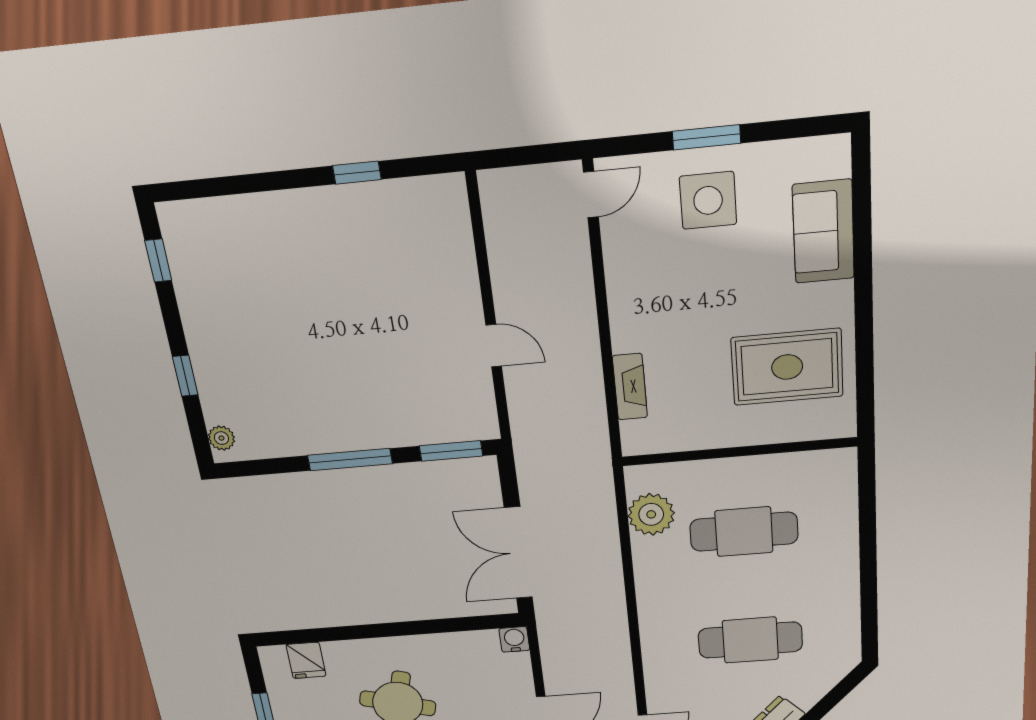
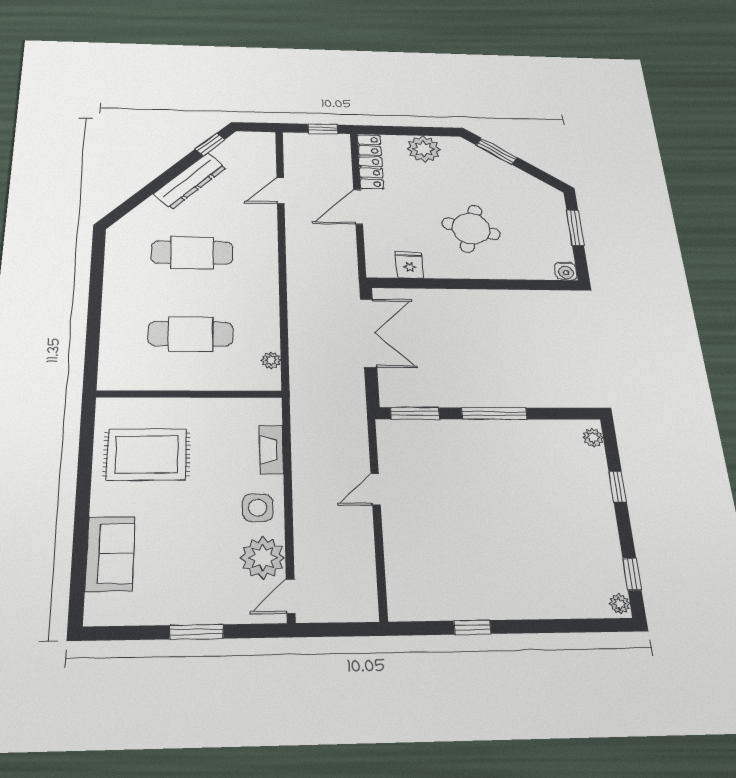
side table: (708, 200) -> (258, 508), moved, width x0.73, depth x0.73
plant: (171, 220) -> (620, 604), added
plant: (630, 243) -> (263, 558), added
door: (494, 346) -> (376, 489), hinge flipped
plant: (651, 514) -> (271, 360), width x0.53, depth x0.53
water cooler: (514, 639) -> (566, 271), moved
fridge: (306, 660) -> (409, 265), moved

